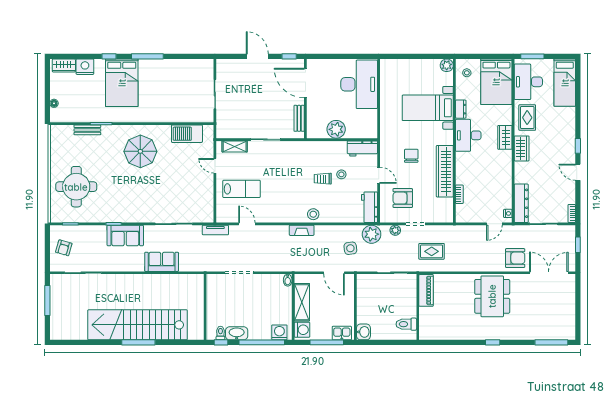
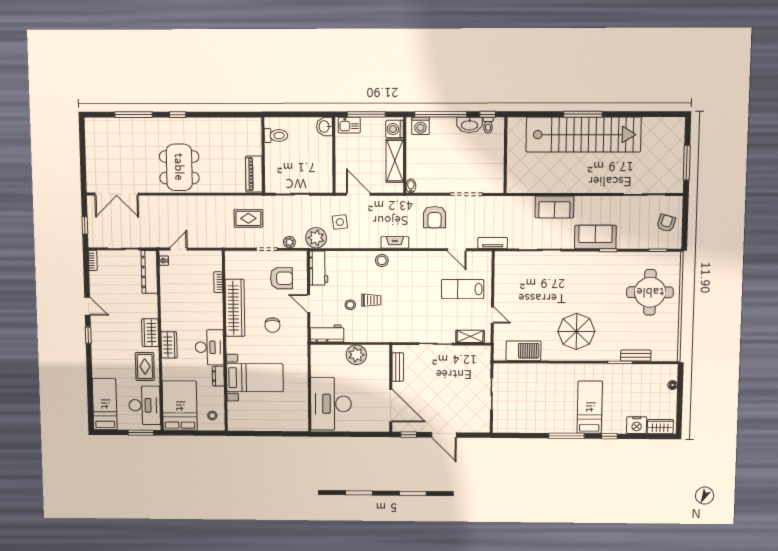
plant: (447, 65) -> (235, 424), removed
bed: (122, 83) -> (590, 407), width x0.67
armchair: (515, 258) -> (435, 217), moved, turned -90
window: (551, 342) -> (134, 115), moved

